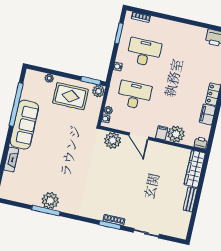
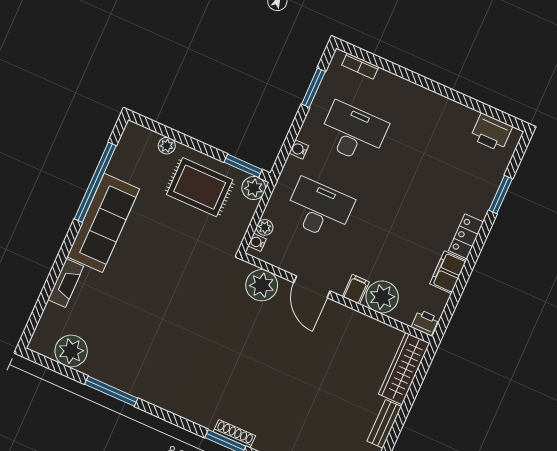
plant: (50, 201) -> (71, 351), moved

